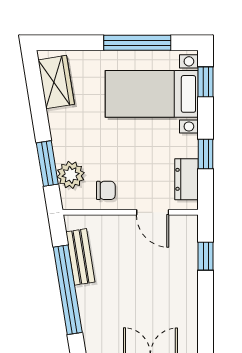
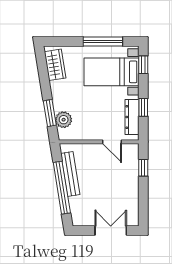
dresser: (187, 179) -> (132, 117), width x1.44
chair: (106, 190) -> (84, 129), removed
bench: (80, 257) -> (70, 174), width x1.36

